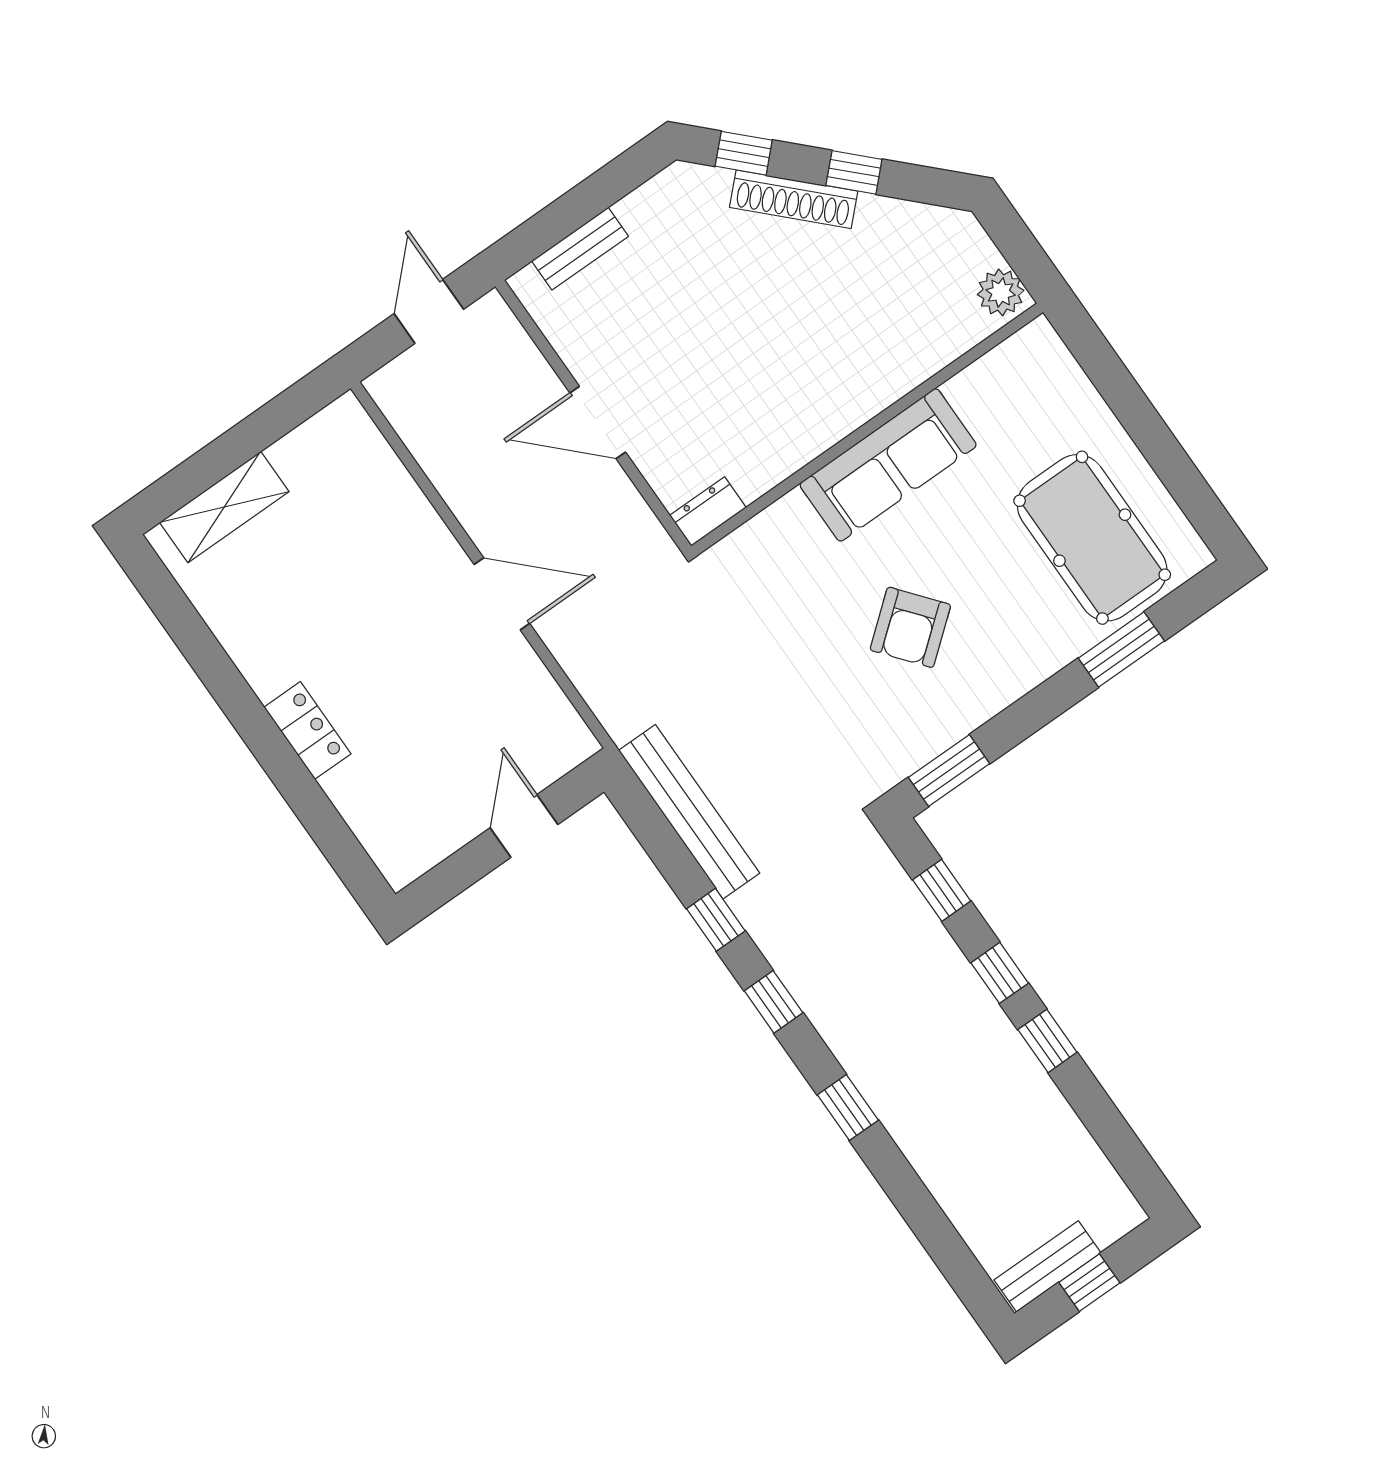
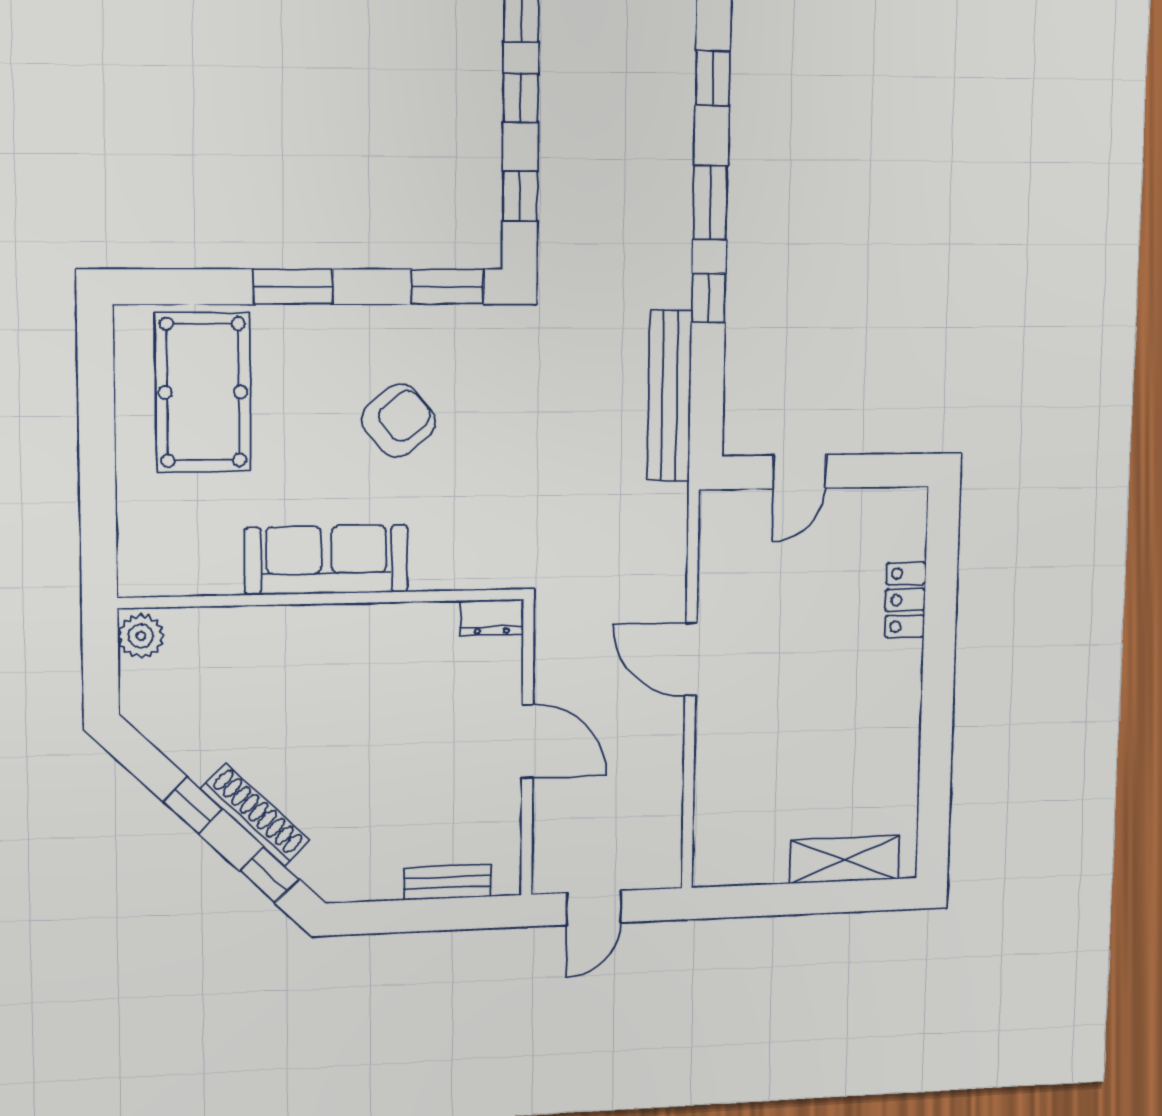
window: (1121, 649) -> (293, 287), moved
locker: (307, 730) -> (905, 600), moved
window: (774, 1002) -> (710, 203), width x1.50

